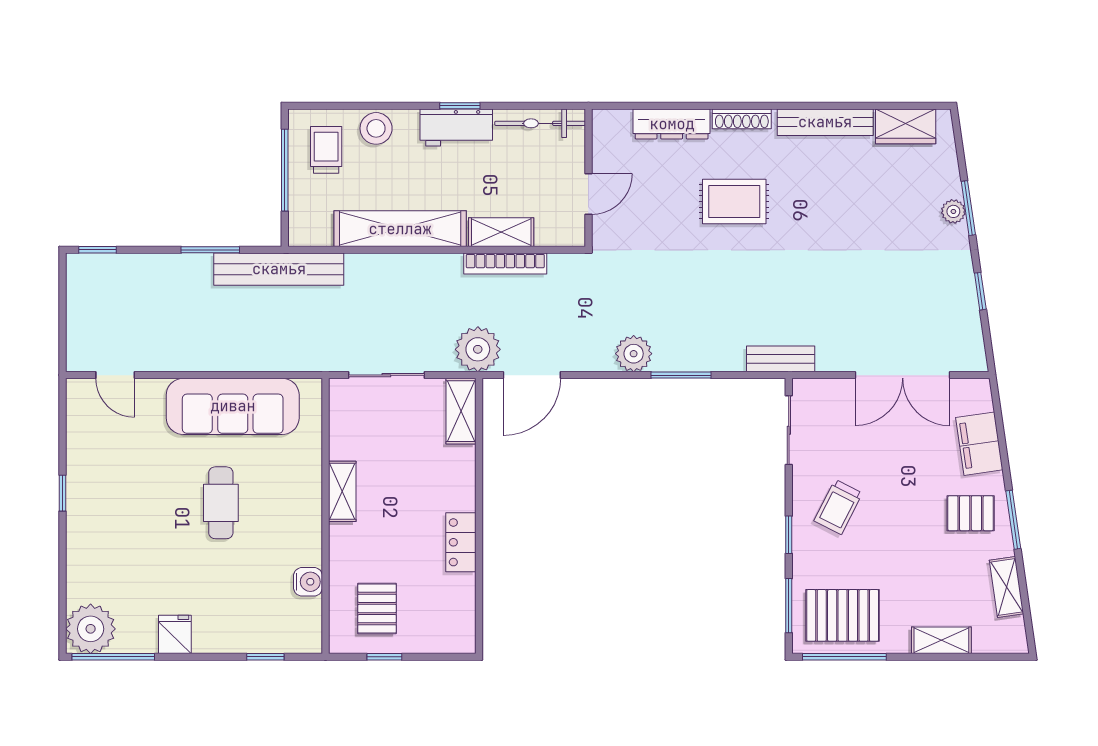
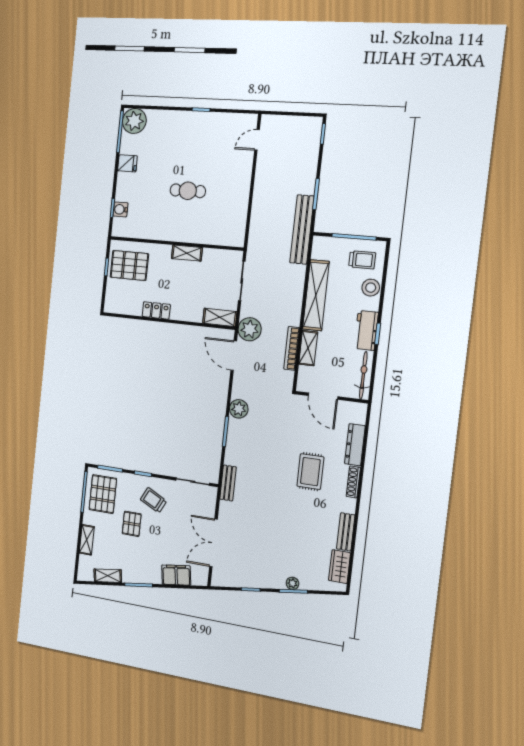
bench: (825, 122) -> (346, 532), width x0.73
door: (588, 194) -> (323, 396), width x1.38
sofa: (233, 406) -> (235, 200), removed
pallet: (971, 513) -> (132, 524), moved
water cooler: (308, 582) -> (120, 209), moved, turned 90
pallet: (377, 608) -> (129, 265), width x1.50, depth x1.42

